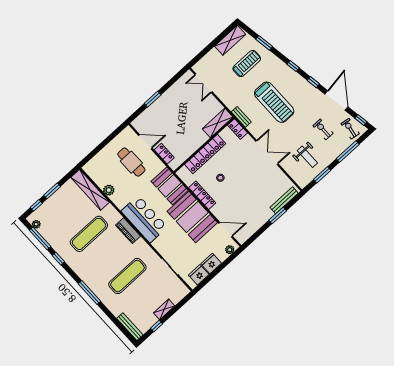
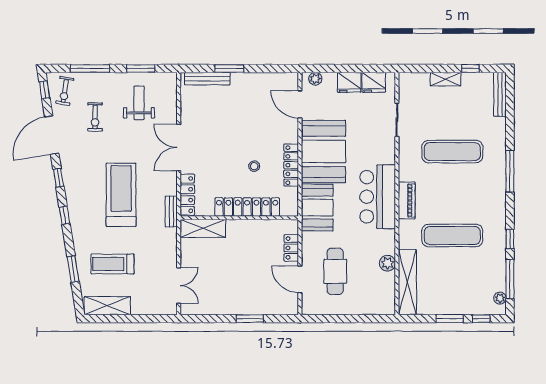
locker: (237, 129) -> (187, 195), width x1.53

